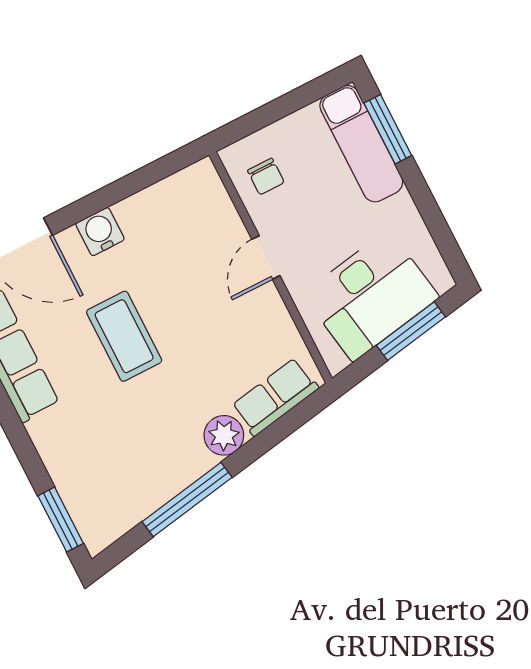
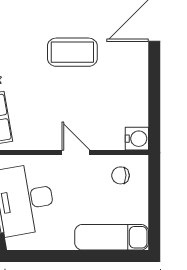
window: (388, 129) -> (112, 256), removed
water cooler: (100, 232) -> (137, 139), moved

